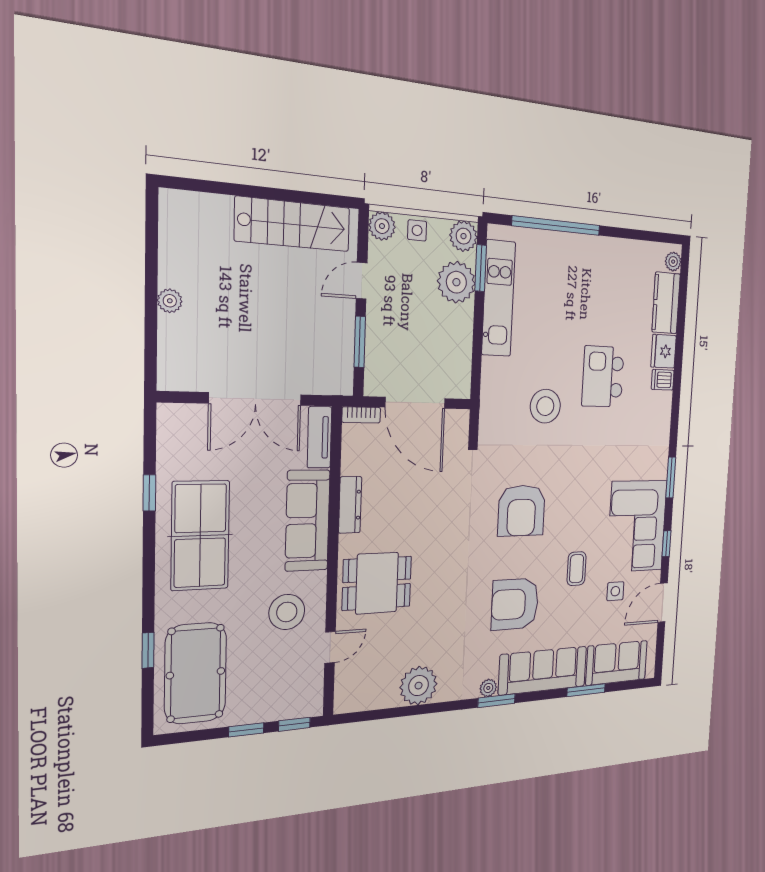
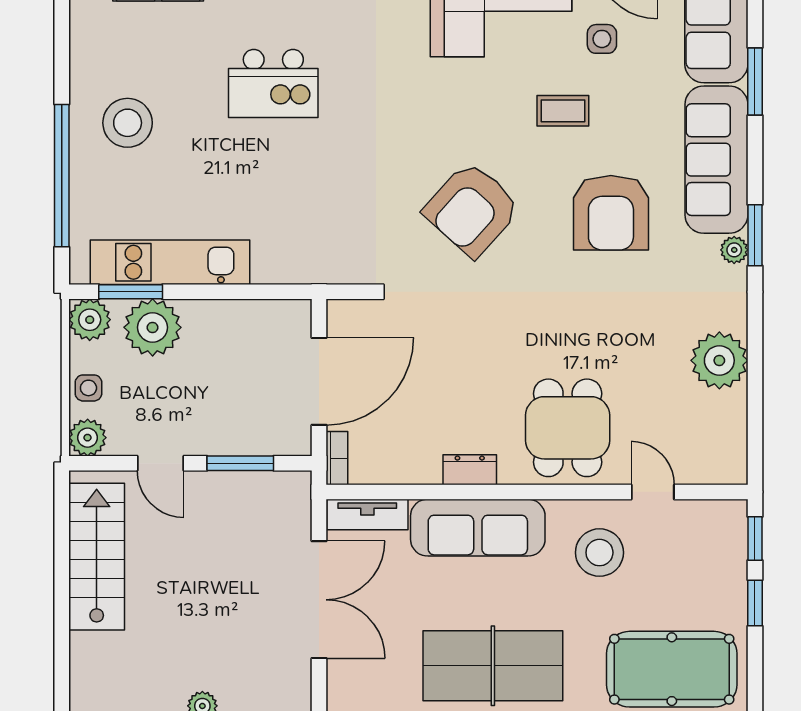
stool: (545, 406) -> (128, 123), moved
dresser: (350, 505) -> (470, 470), width x0.70
armchair: (522, 511) -> (472, 209), turned 132

